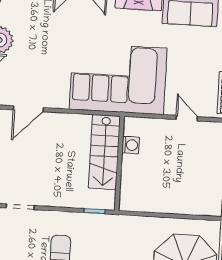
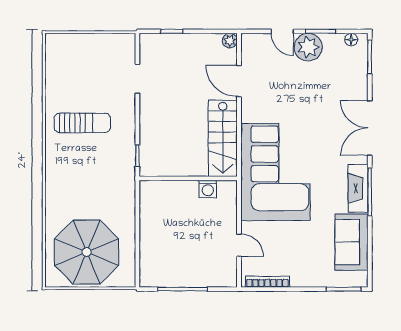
door: (187, 118) -> (239, 245), hinge flipped
stairs: (104, 152) -> (223, 138), moved, turned -90

